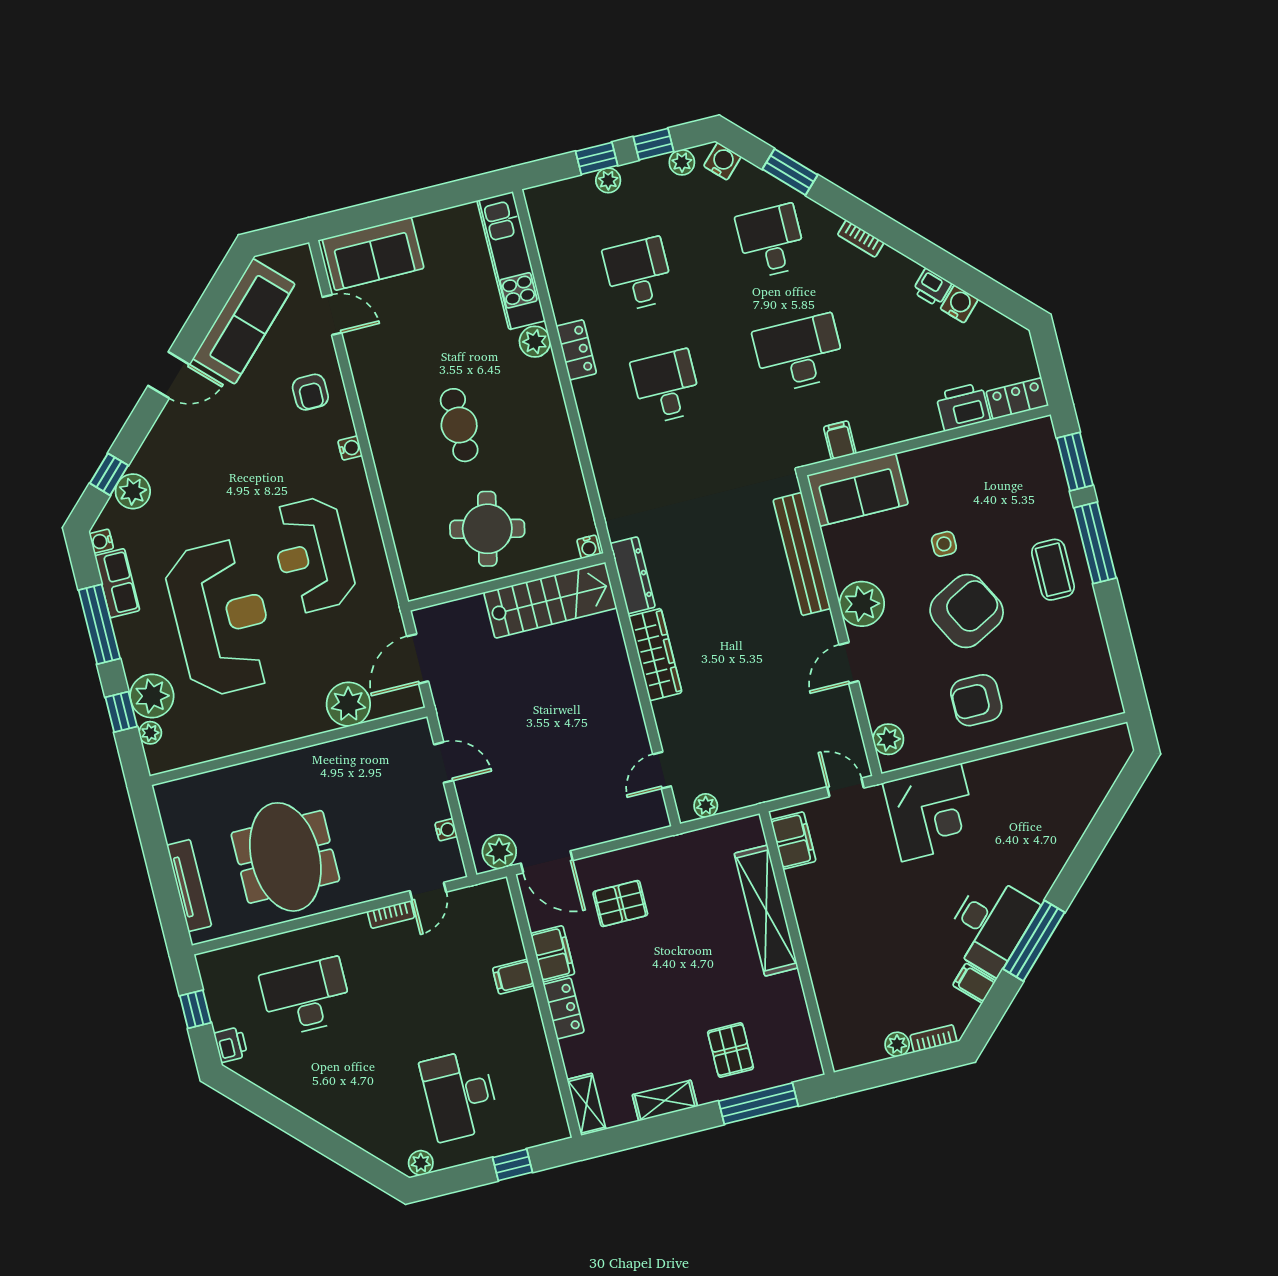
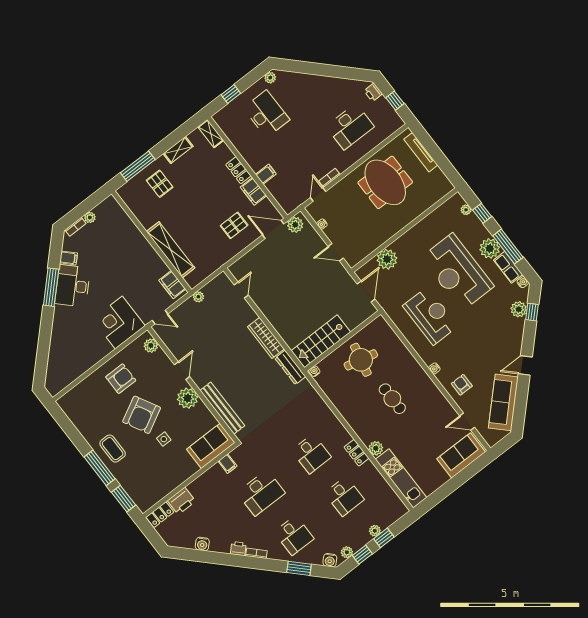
printer: (932, 287) -> (238, 549), moved
plant: (152, 696) -> (490, 248), moved
plant: (706, 806) -> (198, 297), moved

